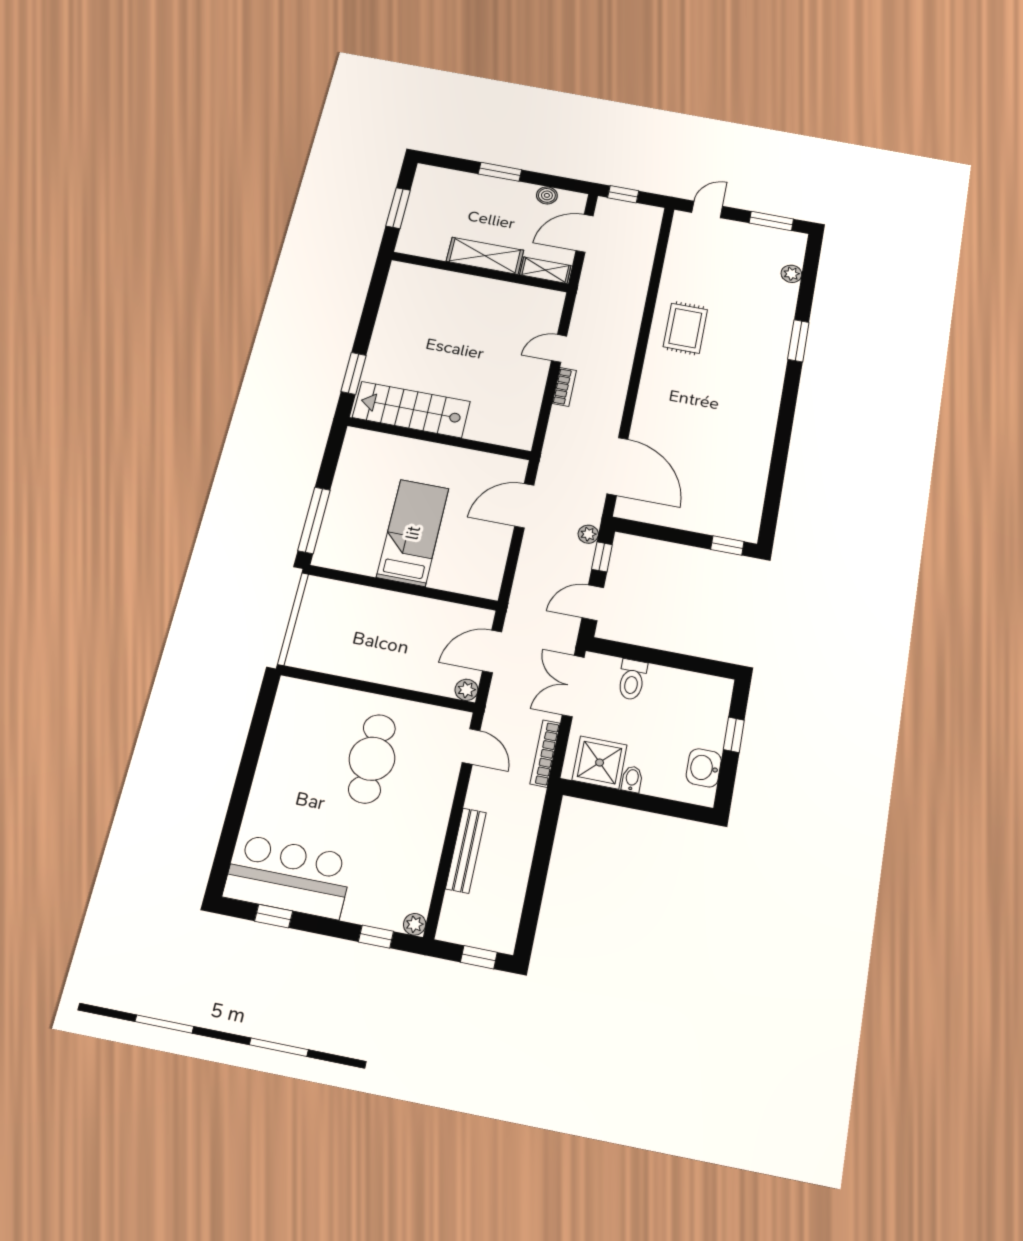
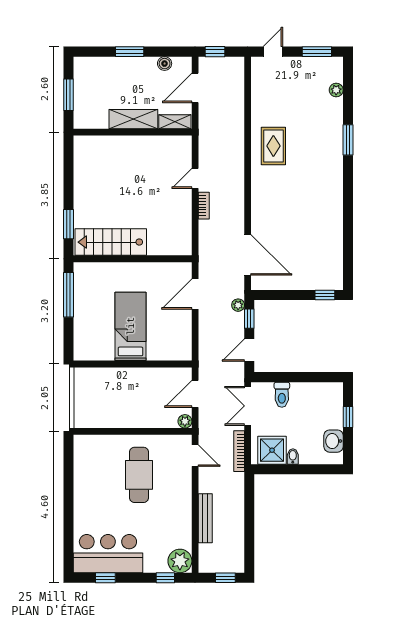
window: (314, 520) -> (68, 295), moved
plant: (415, 924) -> (180, 561), width x1.87, depth x1.87

